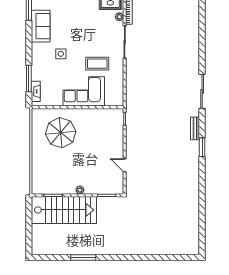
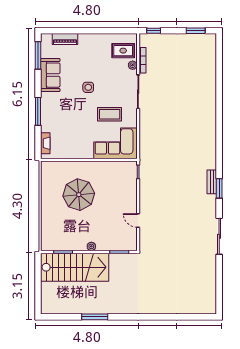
side table: (61, 54) -> (88, 87), moved
window: (29, 78) -> (38, 111), moved
corner sofa: (84, 91) -> (115, 143), moved
sliding door: (202, 91) -> (219, 236), moved
parasol: (61, 133) -> (79, 195), moved
window: (202, 147) -> (219, 188), moved

